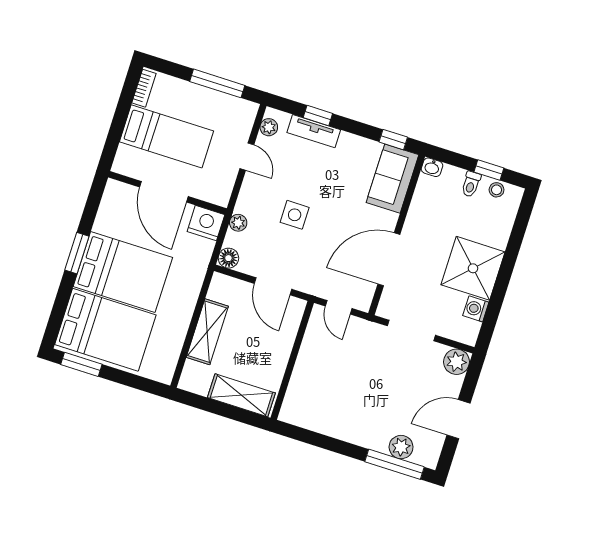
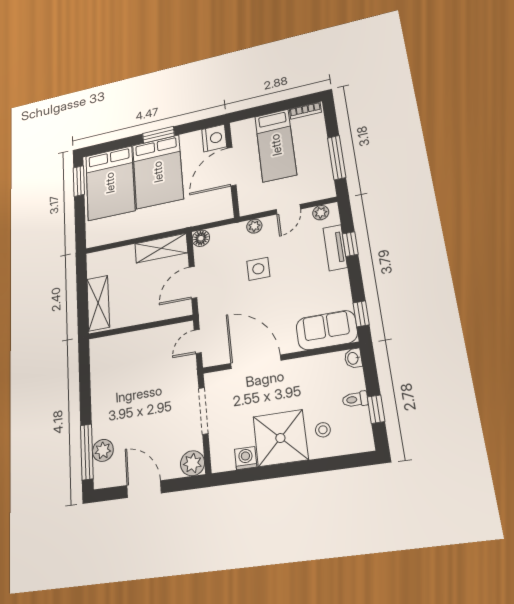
stool: (497, 190) -> (323, 430), moved
nightstand: (206, 223) -> (214, 138), moved
plant: (238, 223) -> (254, 226), moved
shelving: (207, 332) -> (161, 248), moved

